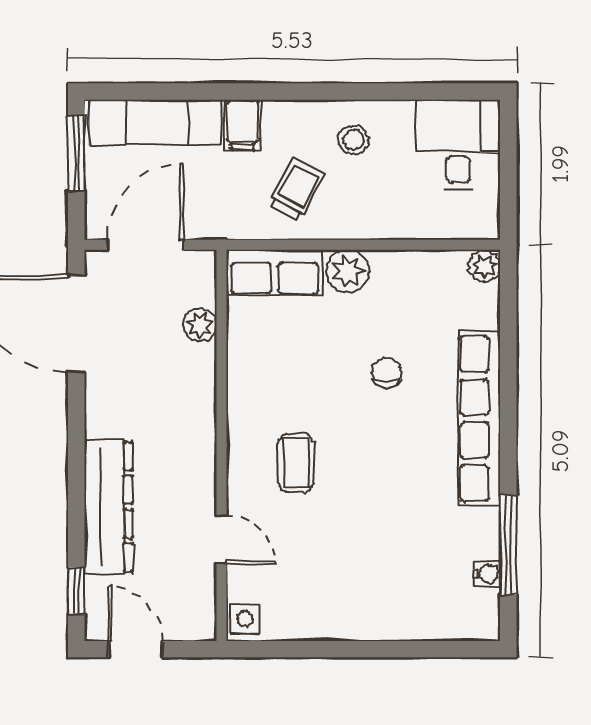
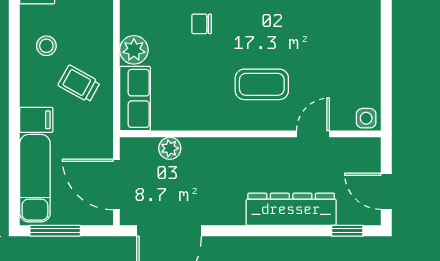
coffee table: (296, 463) -> (262, 84), width x1.36, depth x1.30
door: (136, 649) -> (386, 191), hinge flipped

